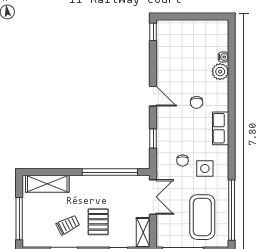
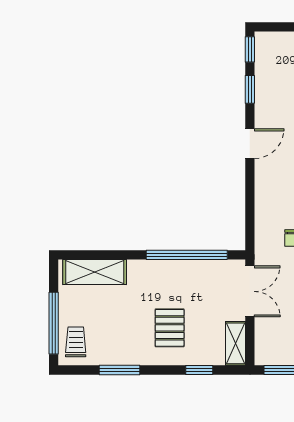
door: (153, 96) -> (250, 144), hinge flipped
window: (153, 138) -> (250, 89), moved
trolley: (68, 225) -> (76, 342), moved, turned -63

